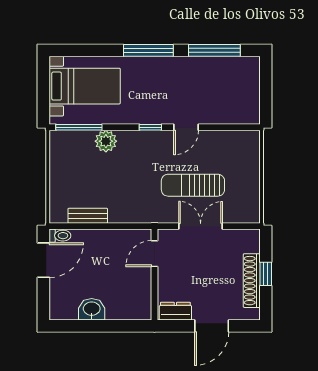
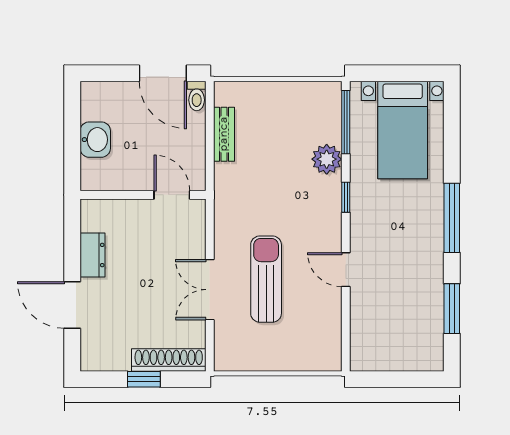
window: (214, 50) -> (452, 309), width x0.69
window: (150, 127) -> (346, 197), moved
double door: (201, 226) -> (210, 290), swing flipped
door: (155, 254) -> (172, 195), moved
wall: (155, 275) -> (143, 195), moved
shoe rack: (252, 281) -> (169, 360), moved

